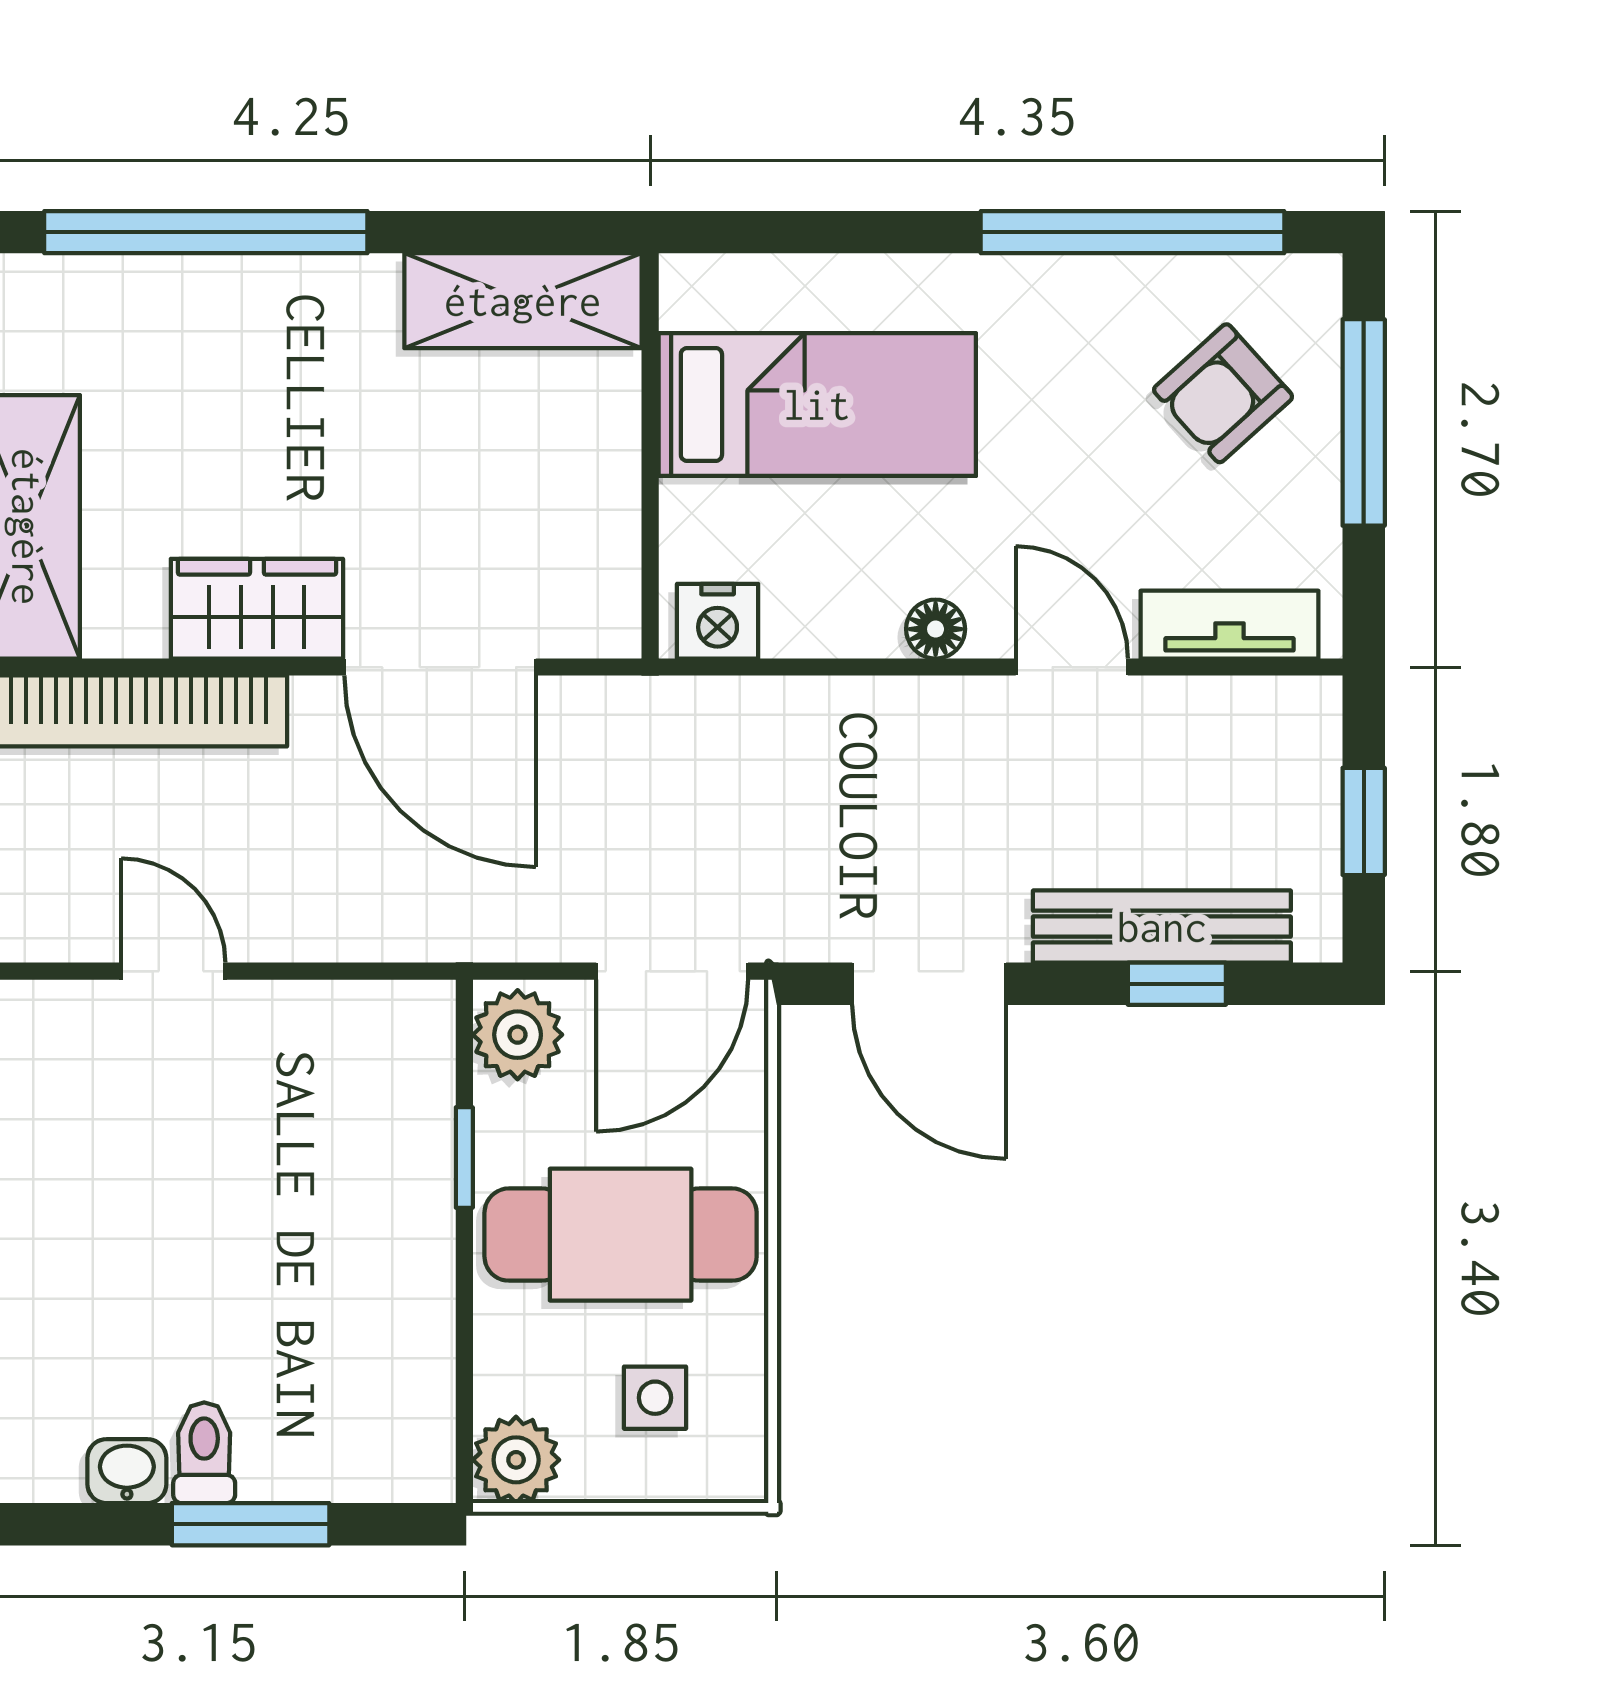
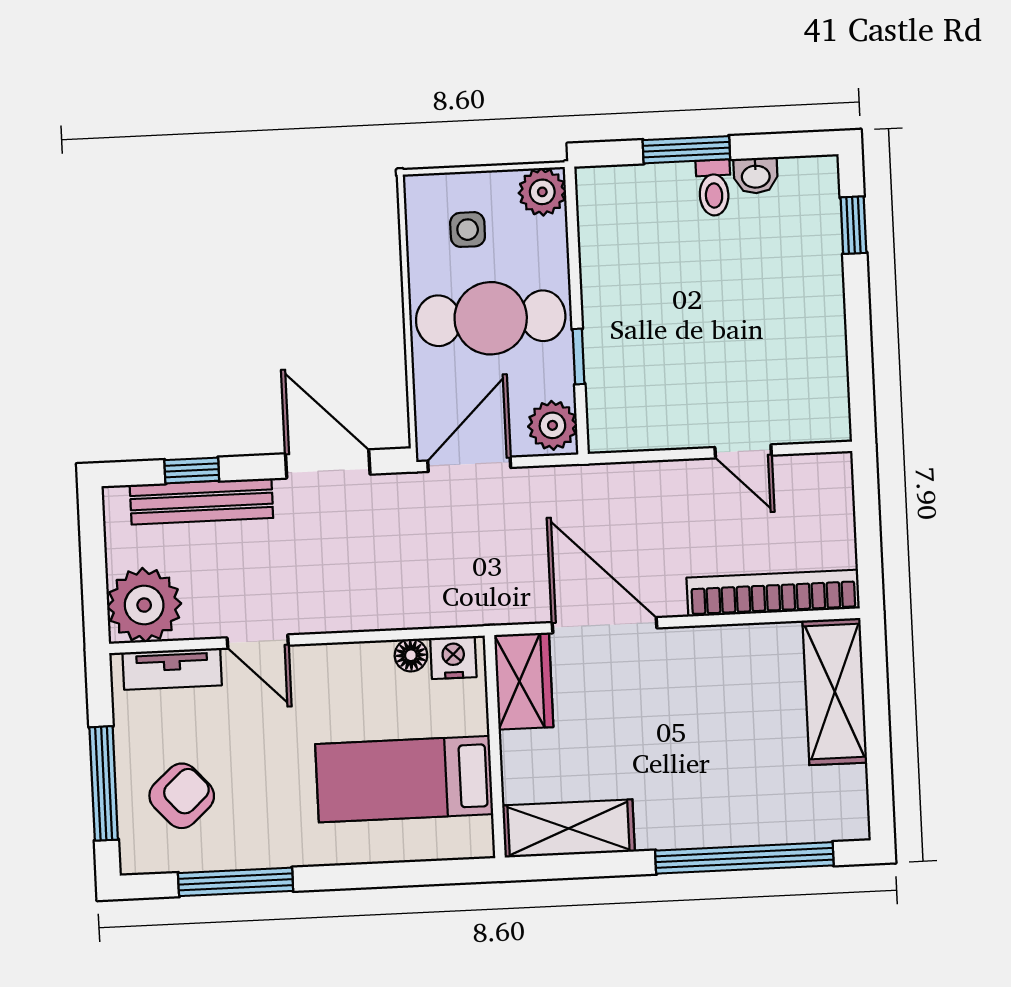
window: (1133, 232) -> (236, 882), width x0.68
wardrobe: (257, 609) -> (524, 681), moved, turned -90
floor lamp: (936, 629) -> (411, 655), moved
plant: (1275, 743) -> (144, 605), added
window: (1364, 821) -> (93, 564), removed

